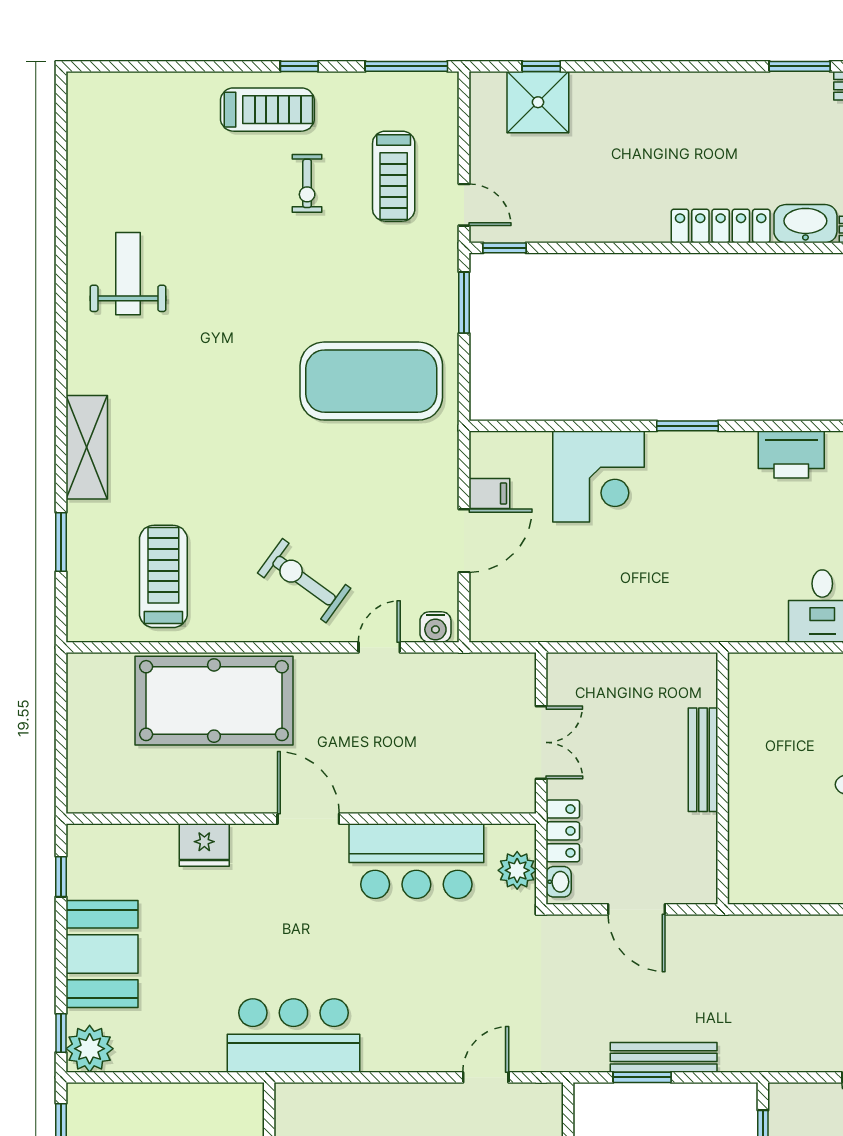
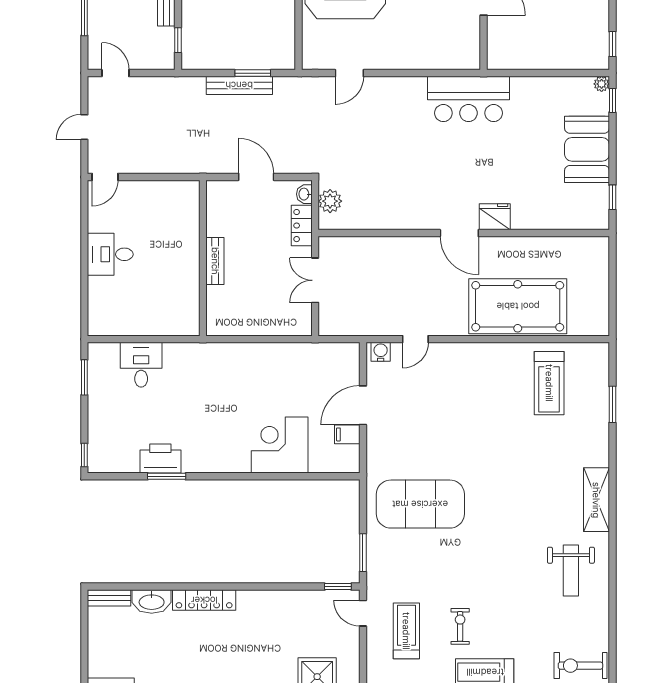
window: (687, 426) -> (167, 476), moved
shelving: (87, 447) -> (596, 500), moved
exercise bike: (304, 581) -> (580, 666), moved, turned 144
bench: (703, 760) -> (215, 261), width x0.73
fridge: (204, 845) -> (495, 217), moved
bar counter: (416, 861) -> (392, 207), removed
plant: (90, 1049) -> (602, 84), width x0.53, depth x0.53

